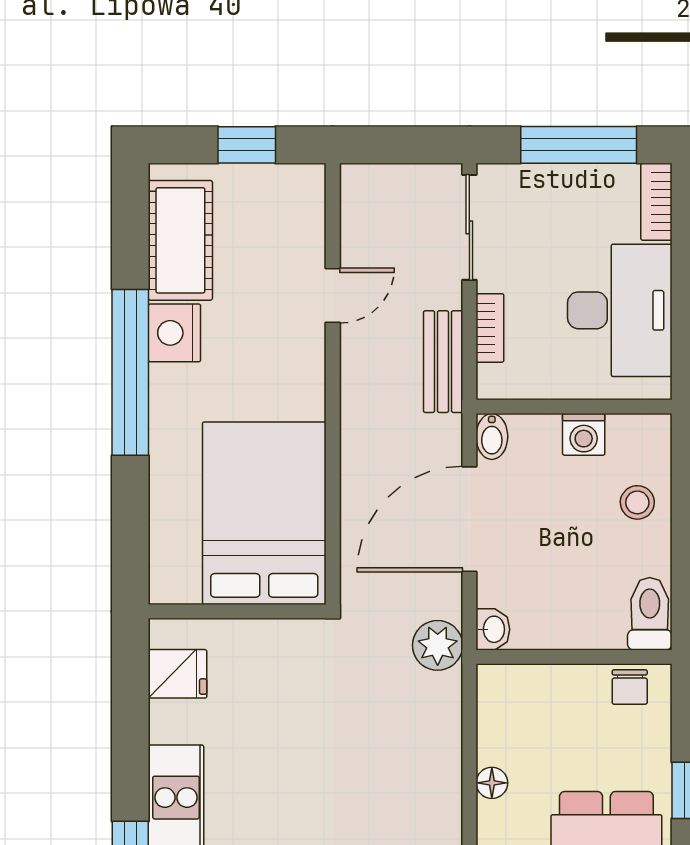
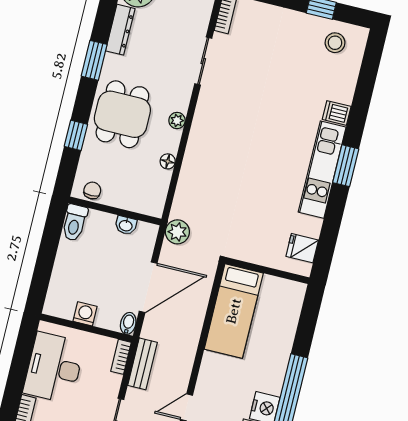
bookcase: (490, 328) -> (121, 357), moved
stool: (637, 502) -> (68, 276), removed
bed: (264, 513) -> (234, 311), width x0.67
washbasin: (493, 629) -> (126, 225), moved, turned -90

